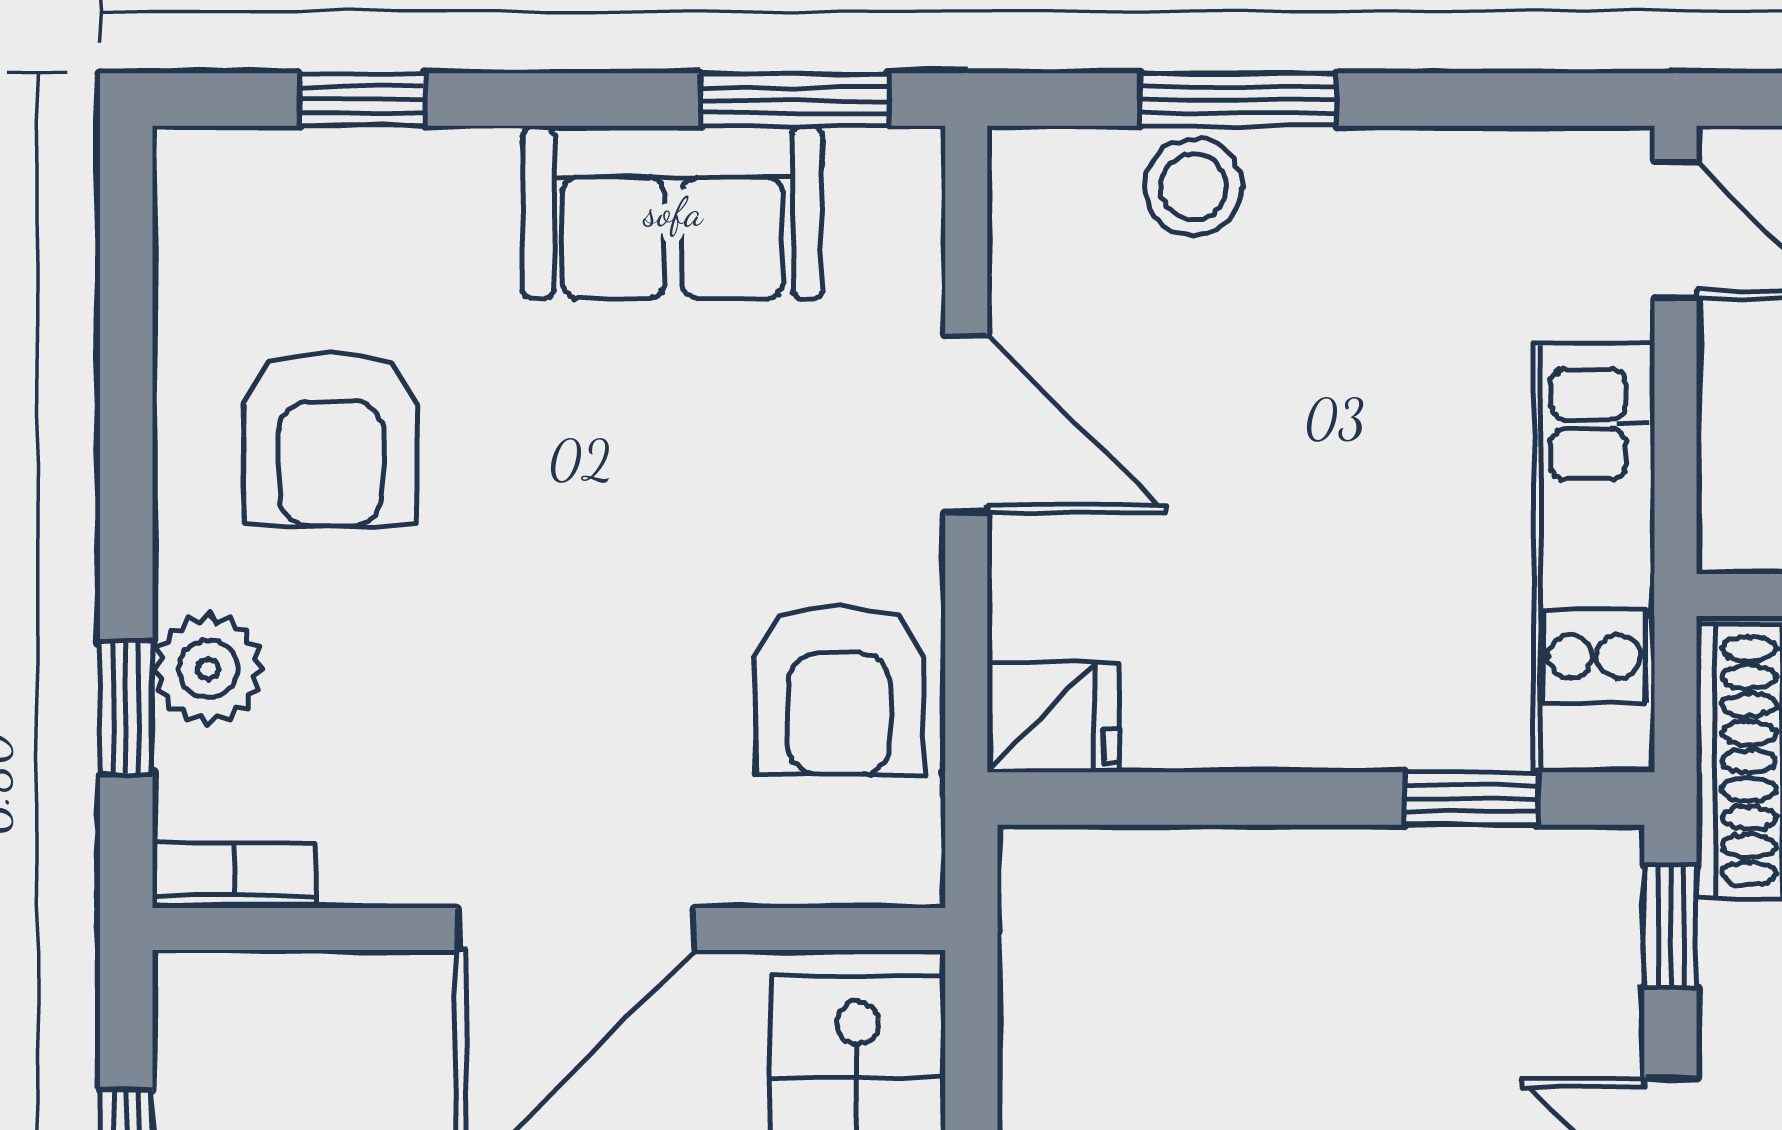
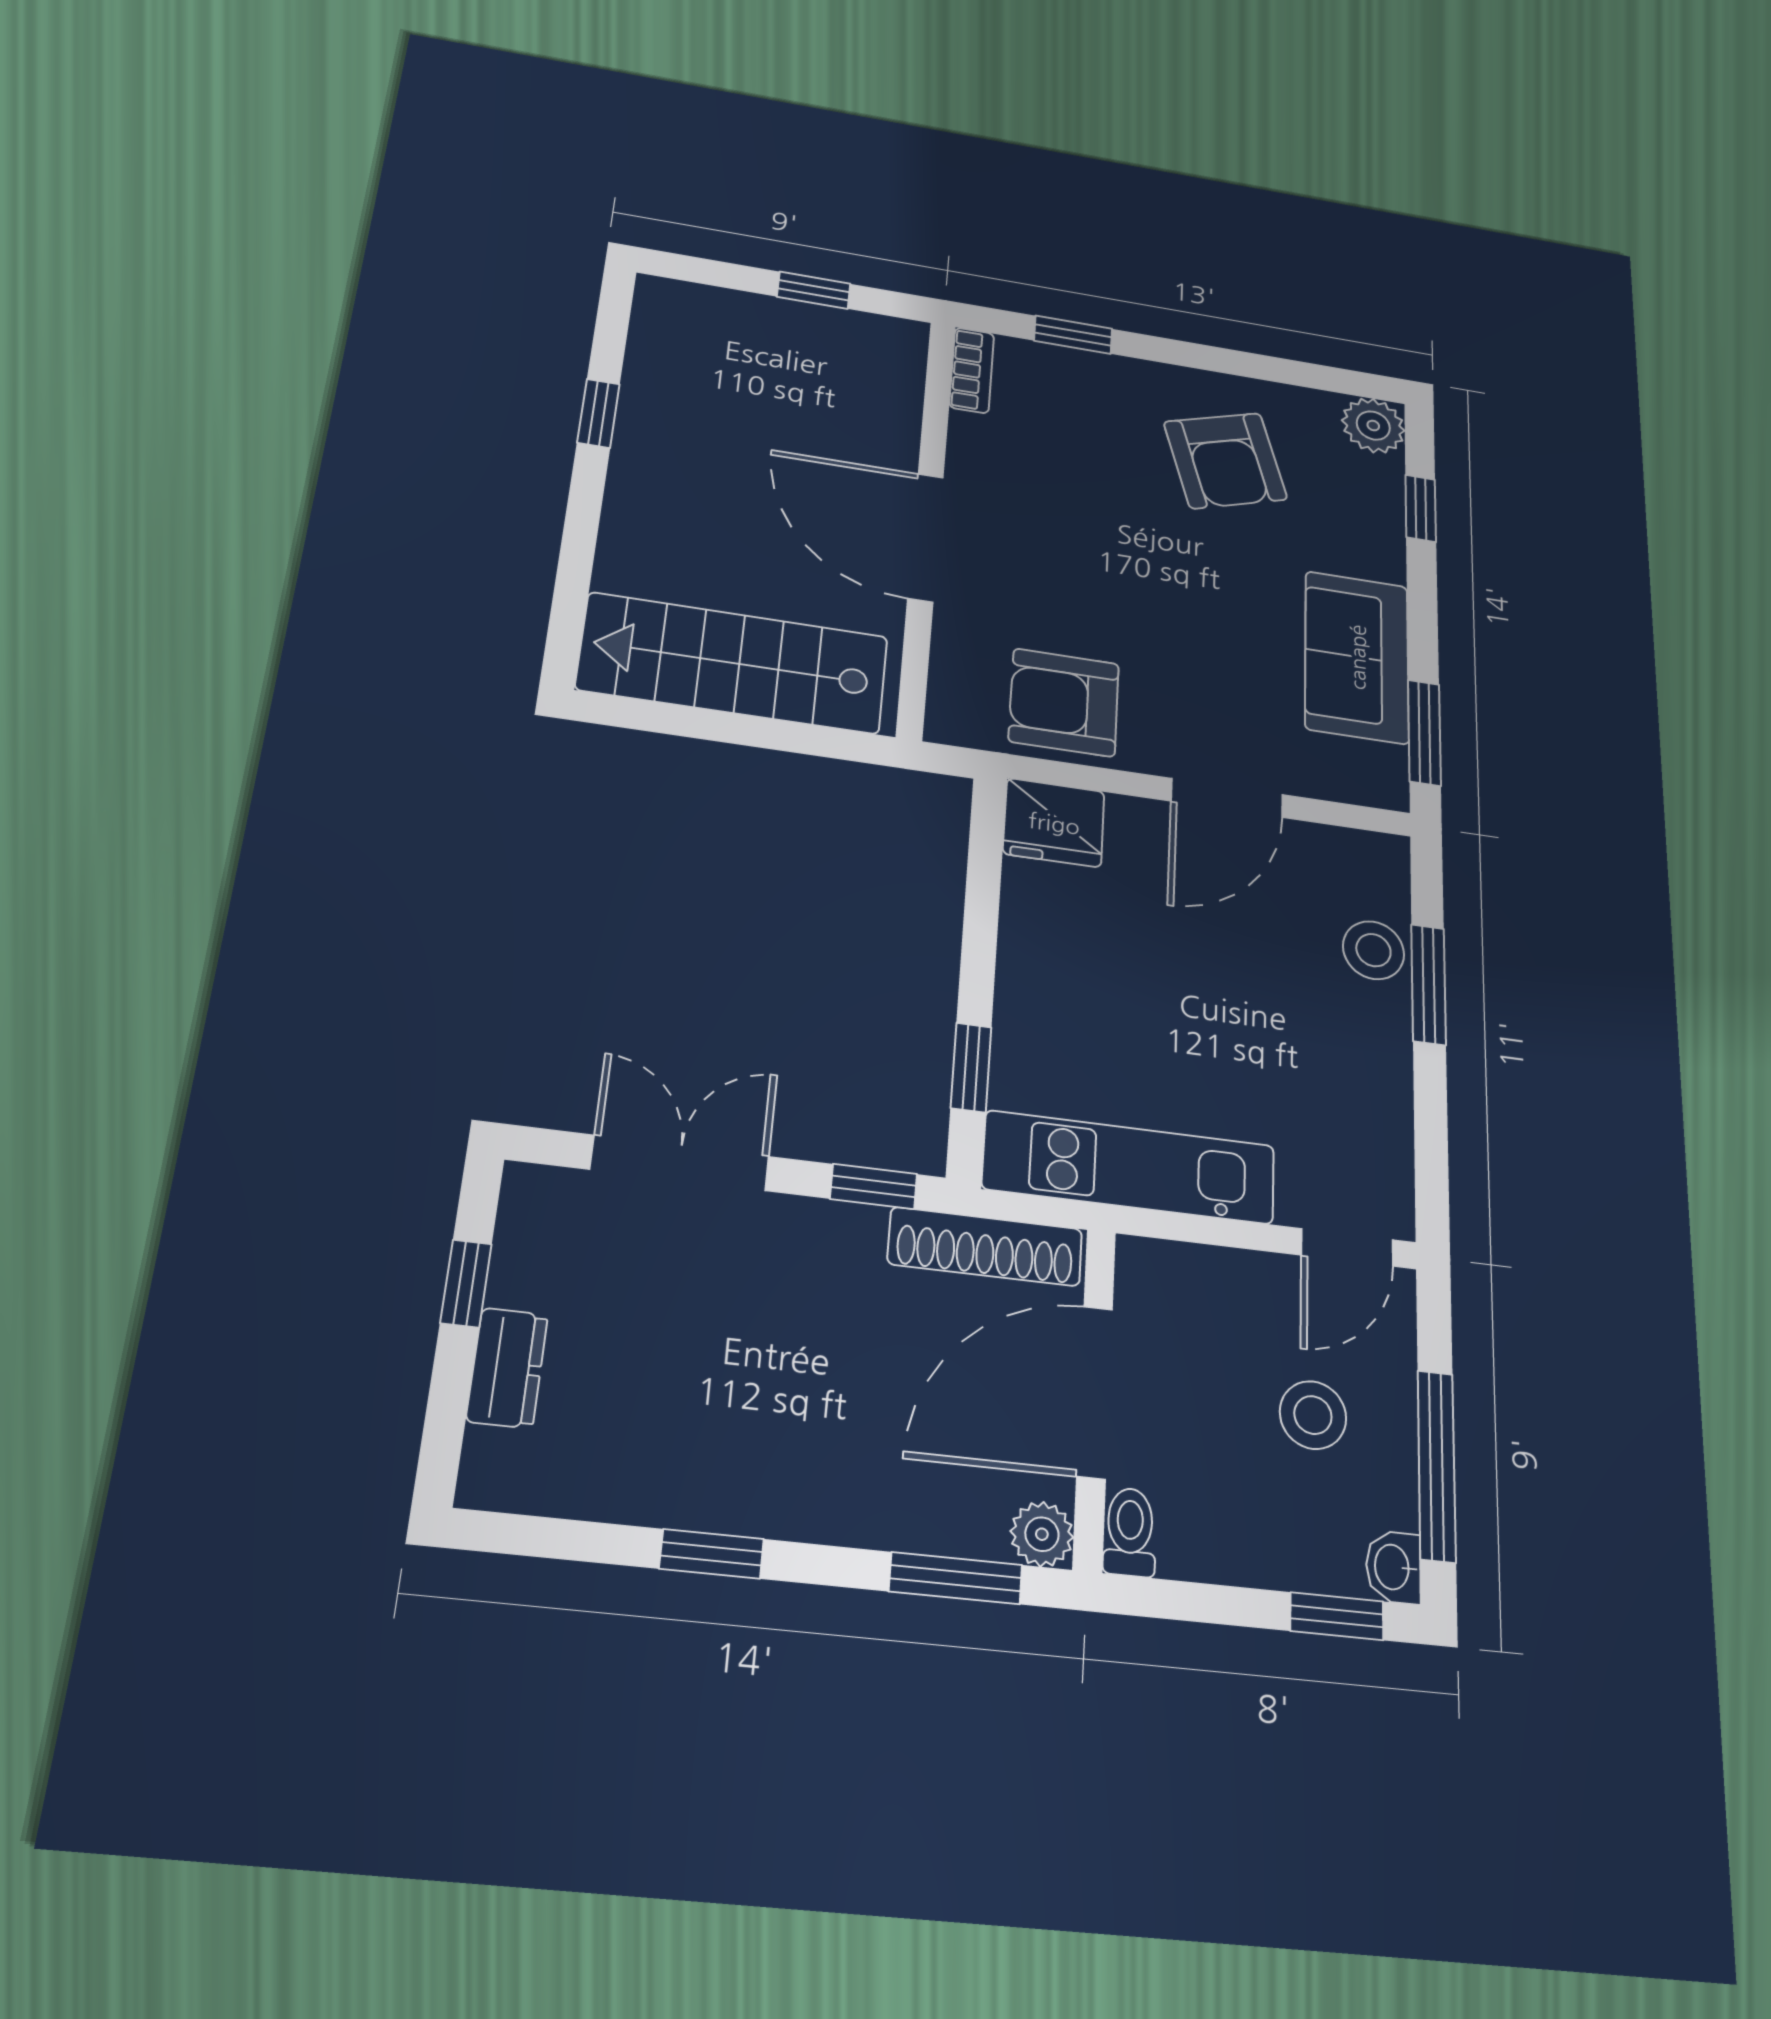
armchair: (331, 439) -> (1225, 461), turned -107
plant: (208, 669) -> (1373, 426), moved
fridge: (1053, 717) -> (1054, 823), width x1.38

